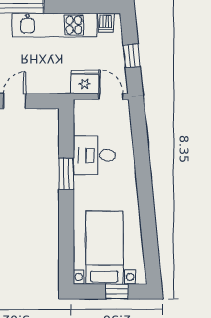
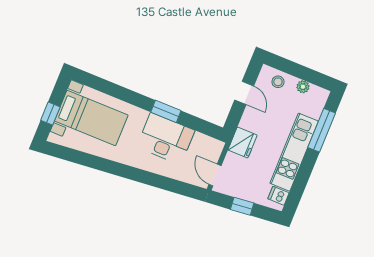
fridge: (85, 82) -> (243, 143), moved
door: (111, 97) -> (215, 175), swing flipped
desk: (94, 155) -> (166, 139), width x1.37

